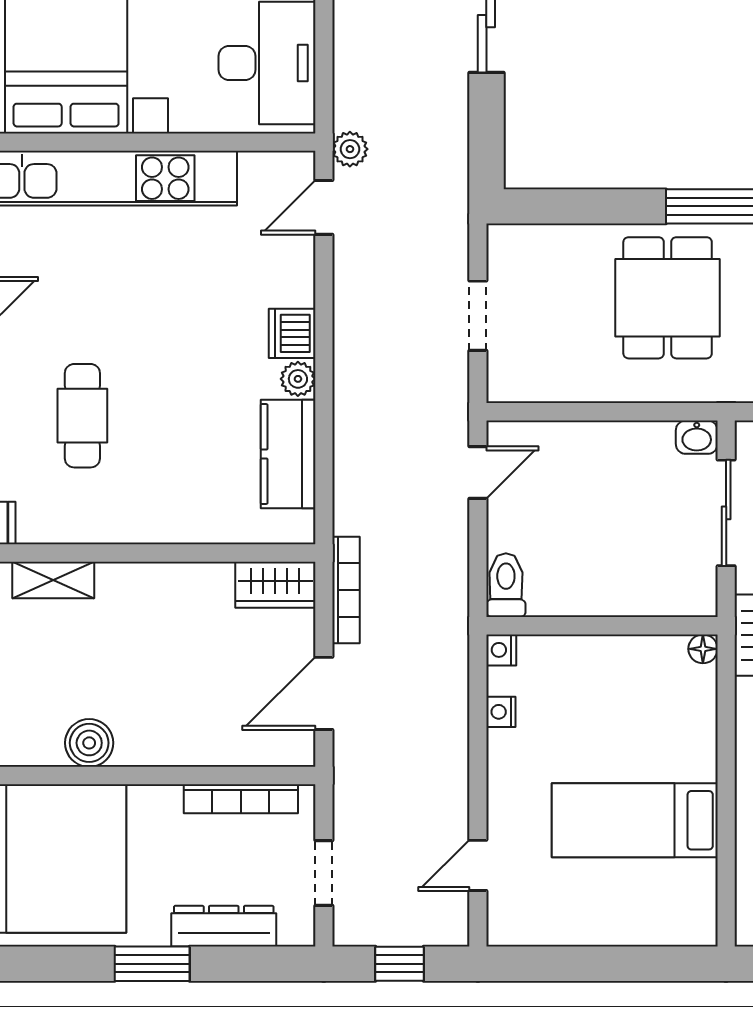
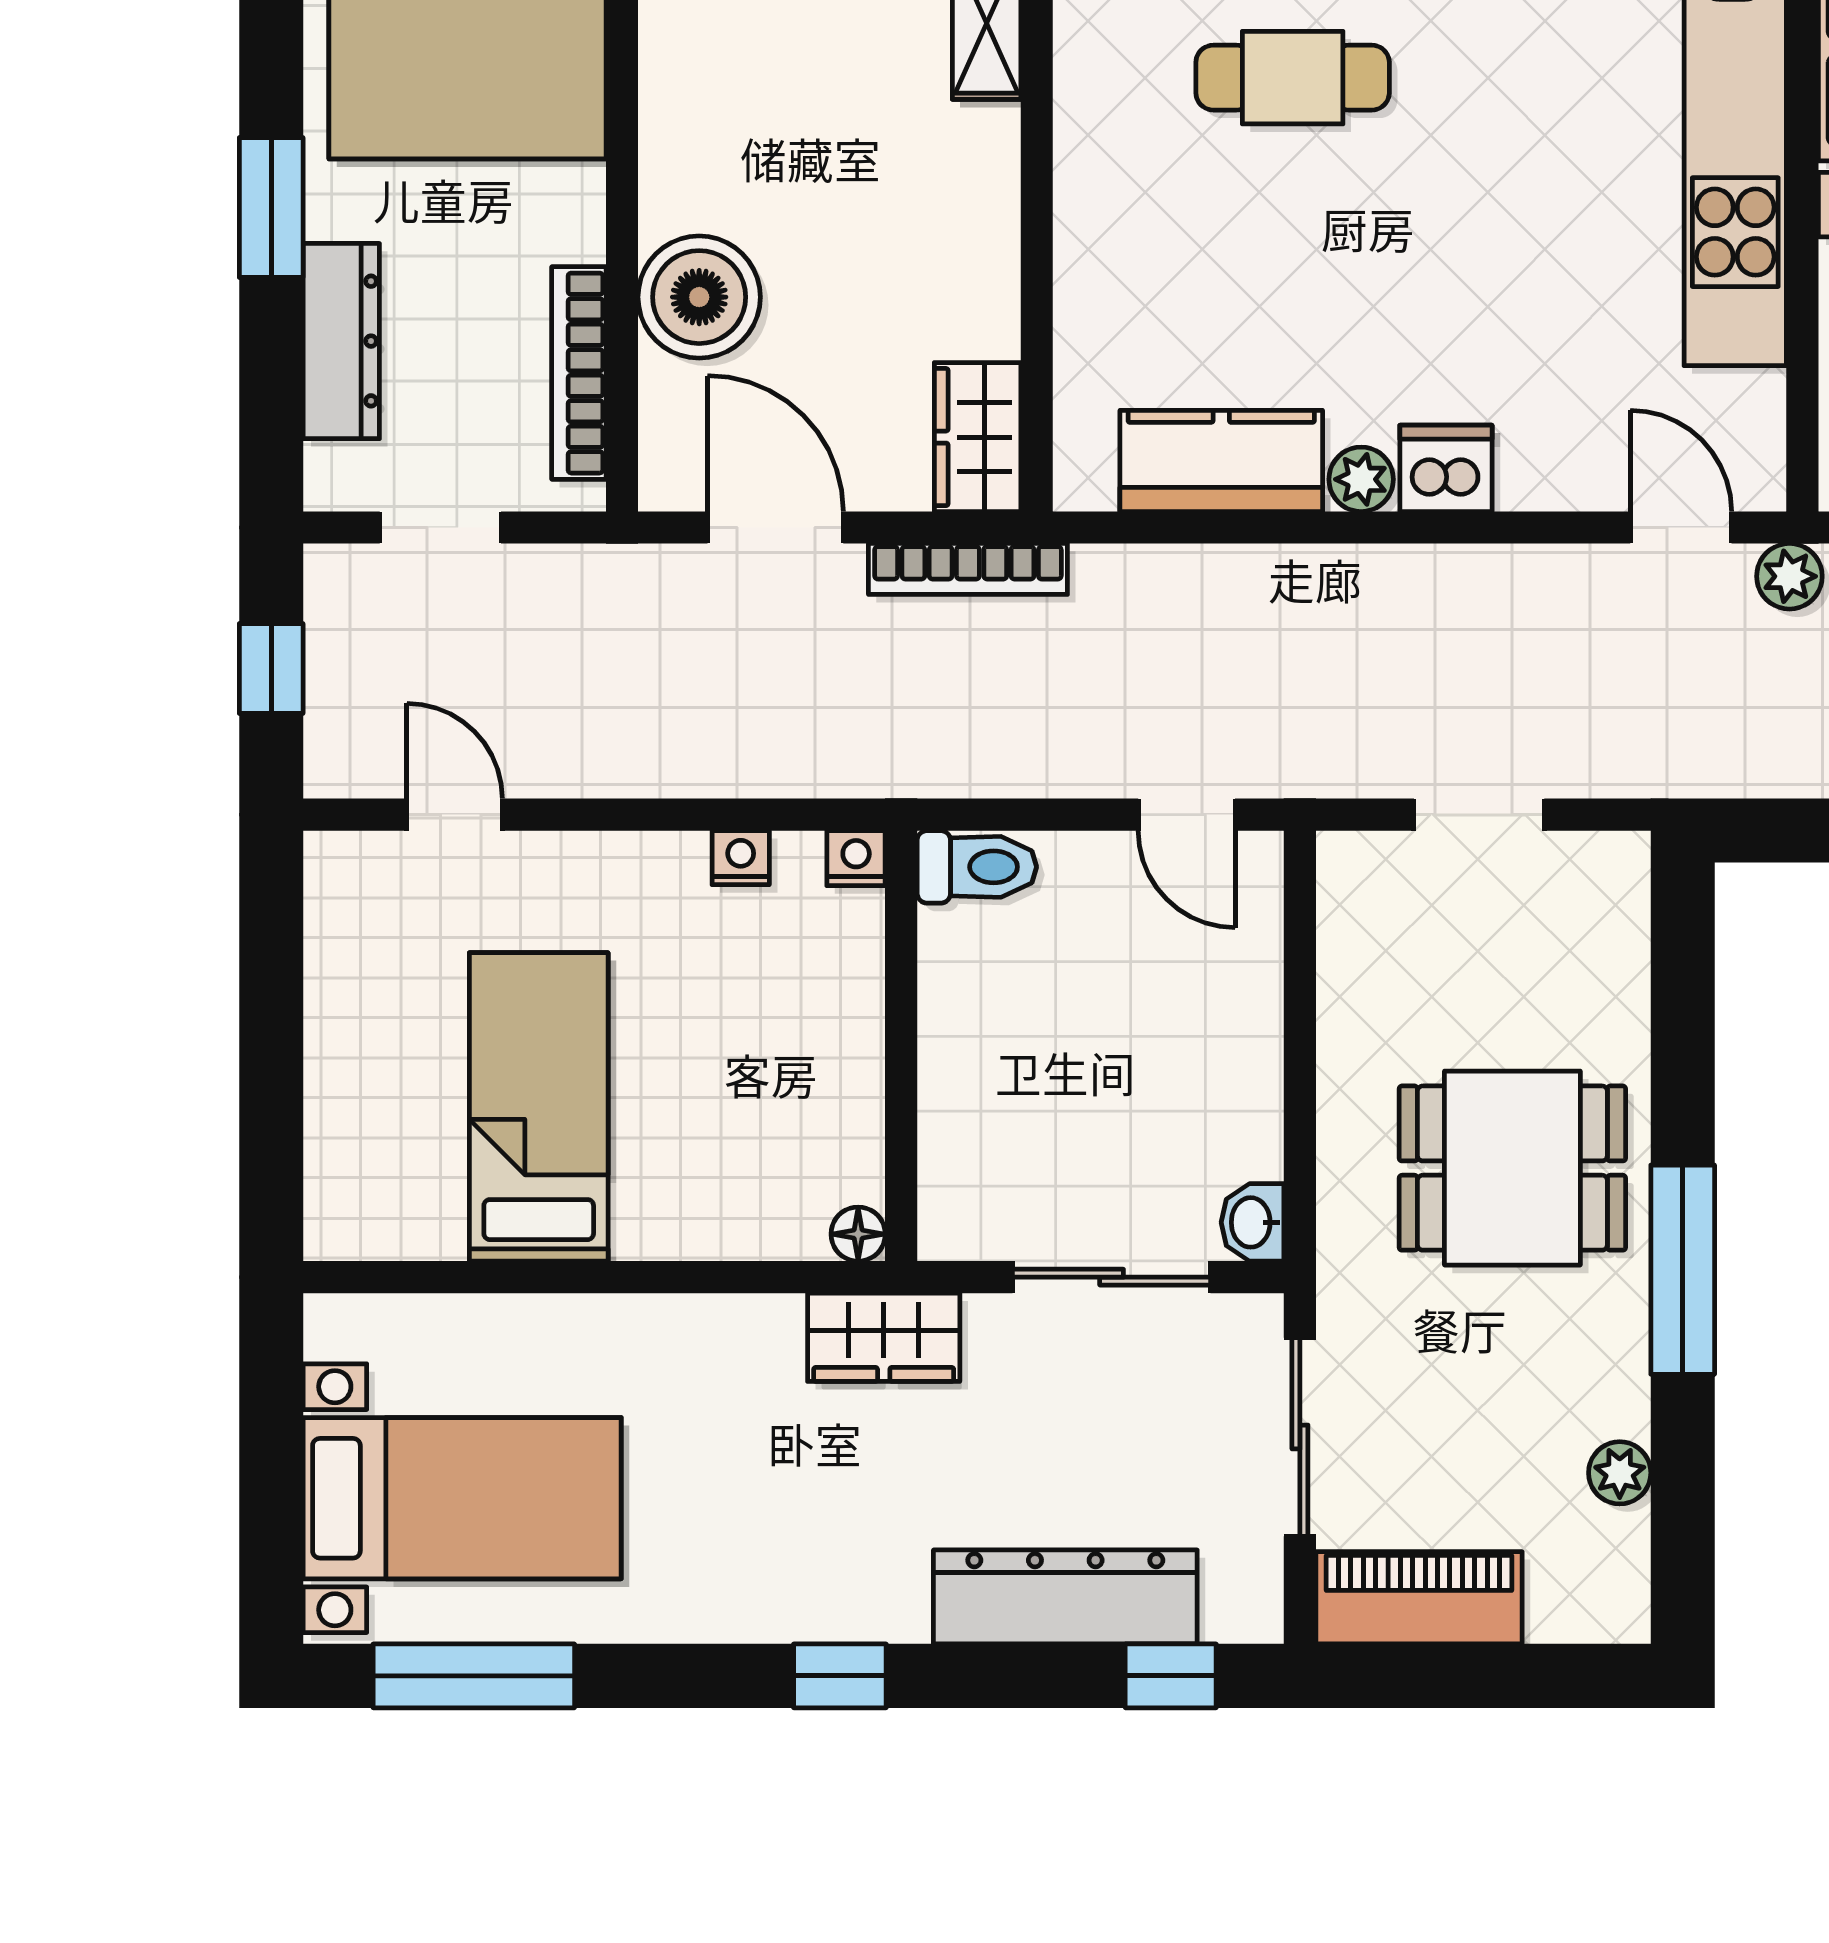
boiler: (89, 743) -> (699, 297), moved, width x1.37, depth x1.37

